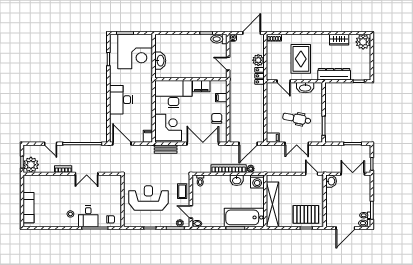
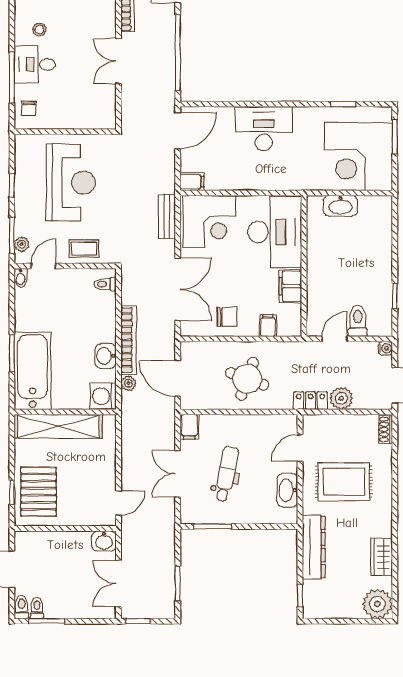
toilet: (219, 39) -> (358, 321), moved
round table: (248, 108) -> (247, 379), added
double door: (353, 174) -> (118, 584), swing flipped

